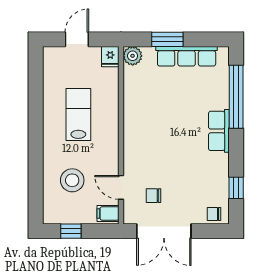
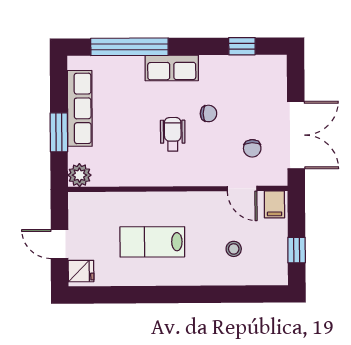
fridge: (110, 57) -> (81, 271), moved
wheelchair: (165, 131) -> (173, 134), added
stool: (72, 180) -> (234, 249), width x0.53, depth x0.53
door: (121, 187) -> (242, 189), hinge flipped
chair: (214, 214) -> (209, 113), moved, turned -90

